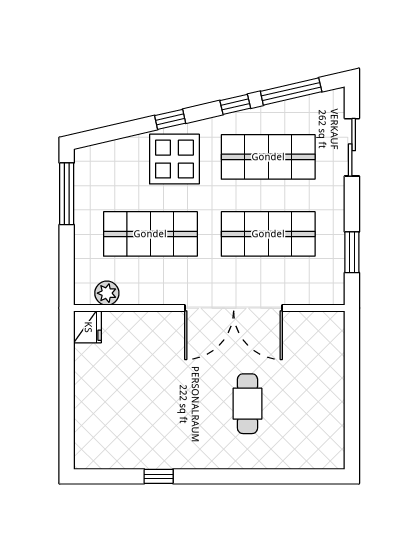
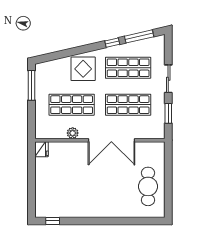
window: (170, 119) -> (81, 50), removed
sliding door: (352, 147) -> (168, 79), moved
plant: (107, 293) -> (73, 133), moved
cafe table: (247, 404) -> (148, 186), moved, width x1.37, depth x1.35
window: (159, 476) -> (53, 221), moved

